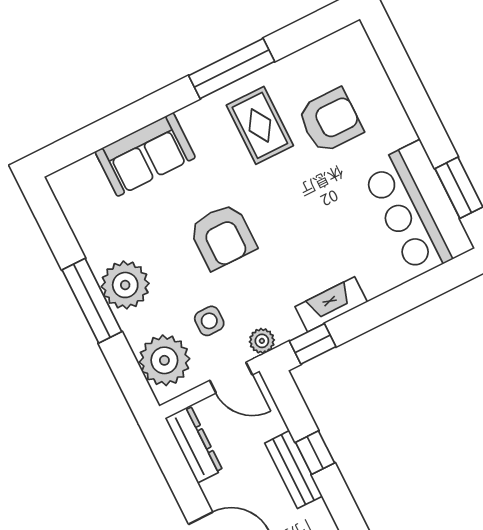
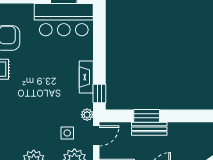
armchair: (223, 236) -> (34, 109), removed
window: (315, 453) -> (147, 116), width x1.50

